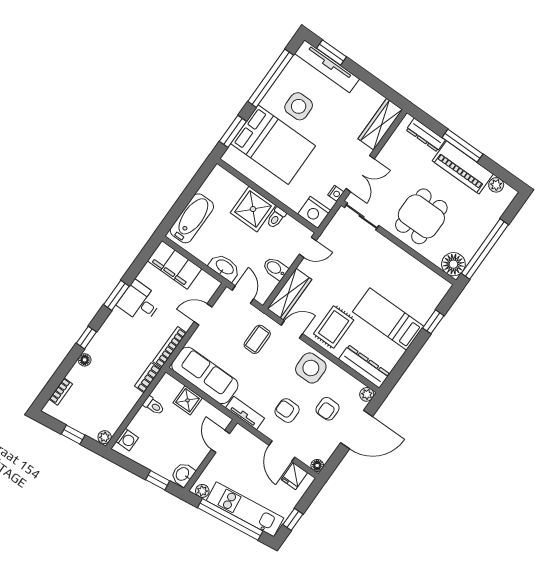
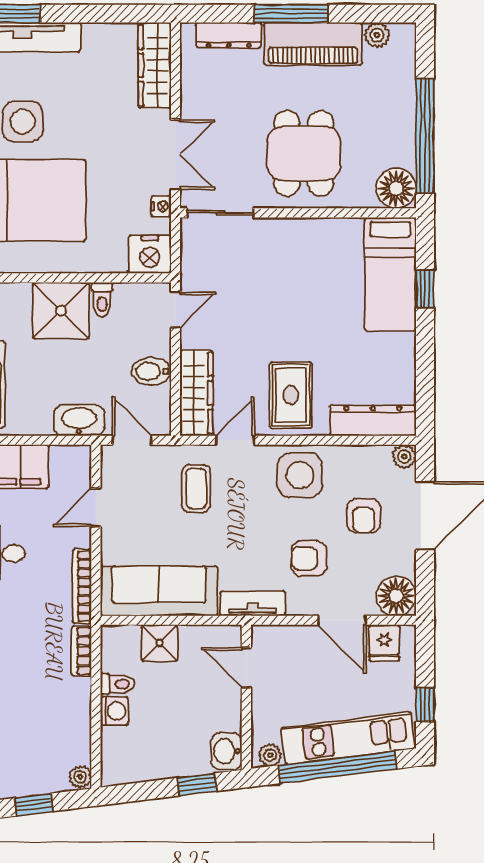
bed: (388, 319) -> (390, 274), moved, turned -90
washing machine: (127, 440) -> (114, 711), moved
floor lamp: (317, 465) -> (396, 596), width x1.89, depth x1.89

